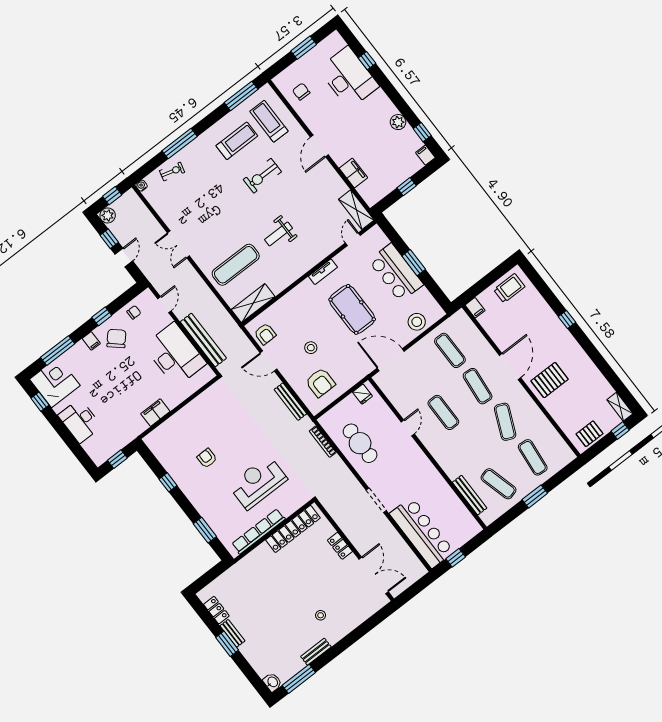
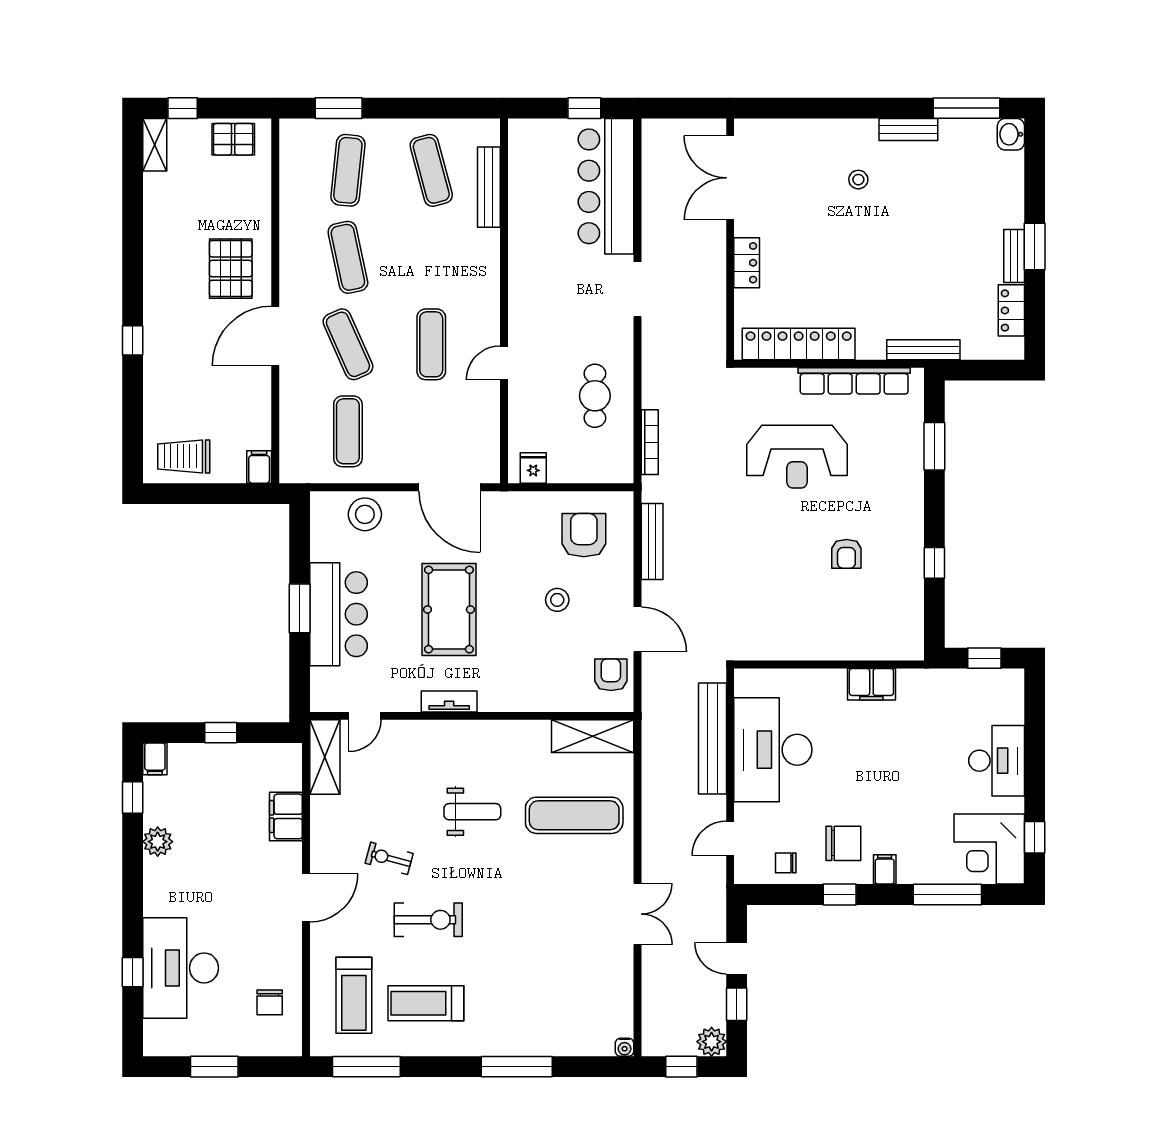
exercise bike: (172, 171) -> (389, 858), moved
door: (124, 258) -> (737, 958), hinge flipped
chair: (116, 338) -> (843, 843), turned -132
pallet: (550, 380) -> (231, 269), turned 90
exercise mat: (478, 386) -> (348, 344), turned -30
exercise mat: (505, 422) -> (348, 257), turned -36
cafe table: (360, 443) -> (595, 396), width x0.73, depth x0.74
window: (535, 496) -> (339, 108), moved
bench: (240, 566) -> (923, 350), added

